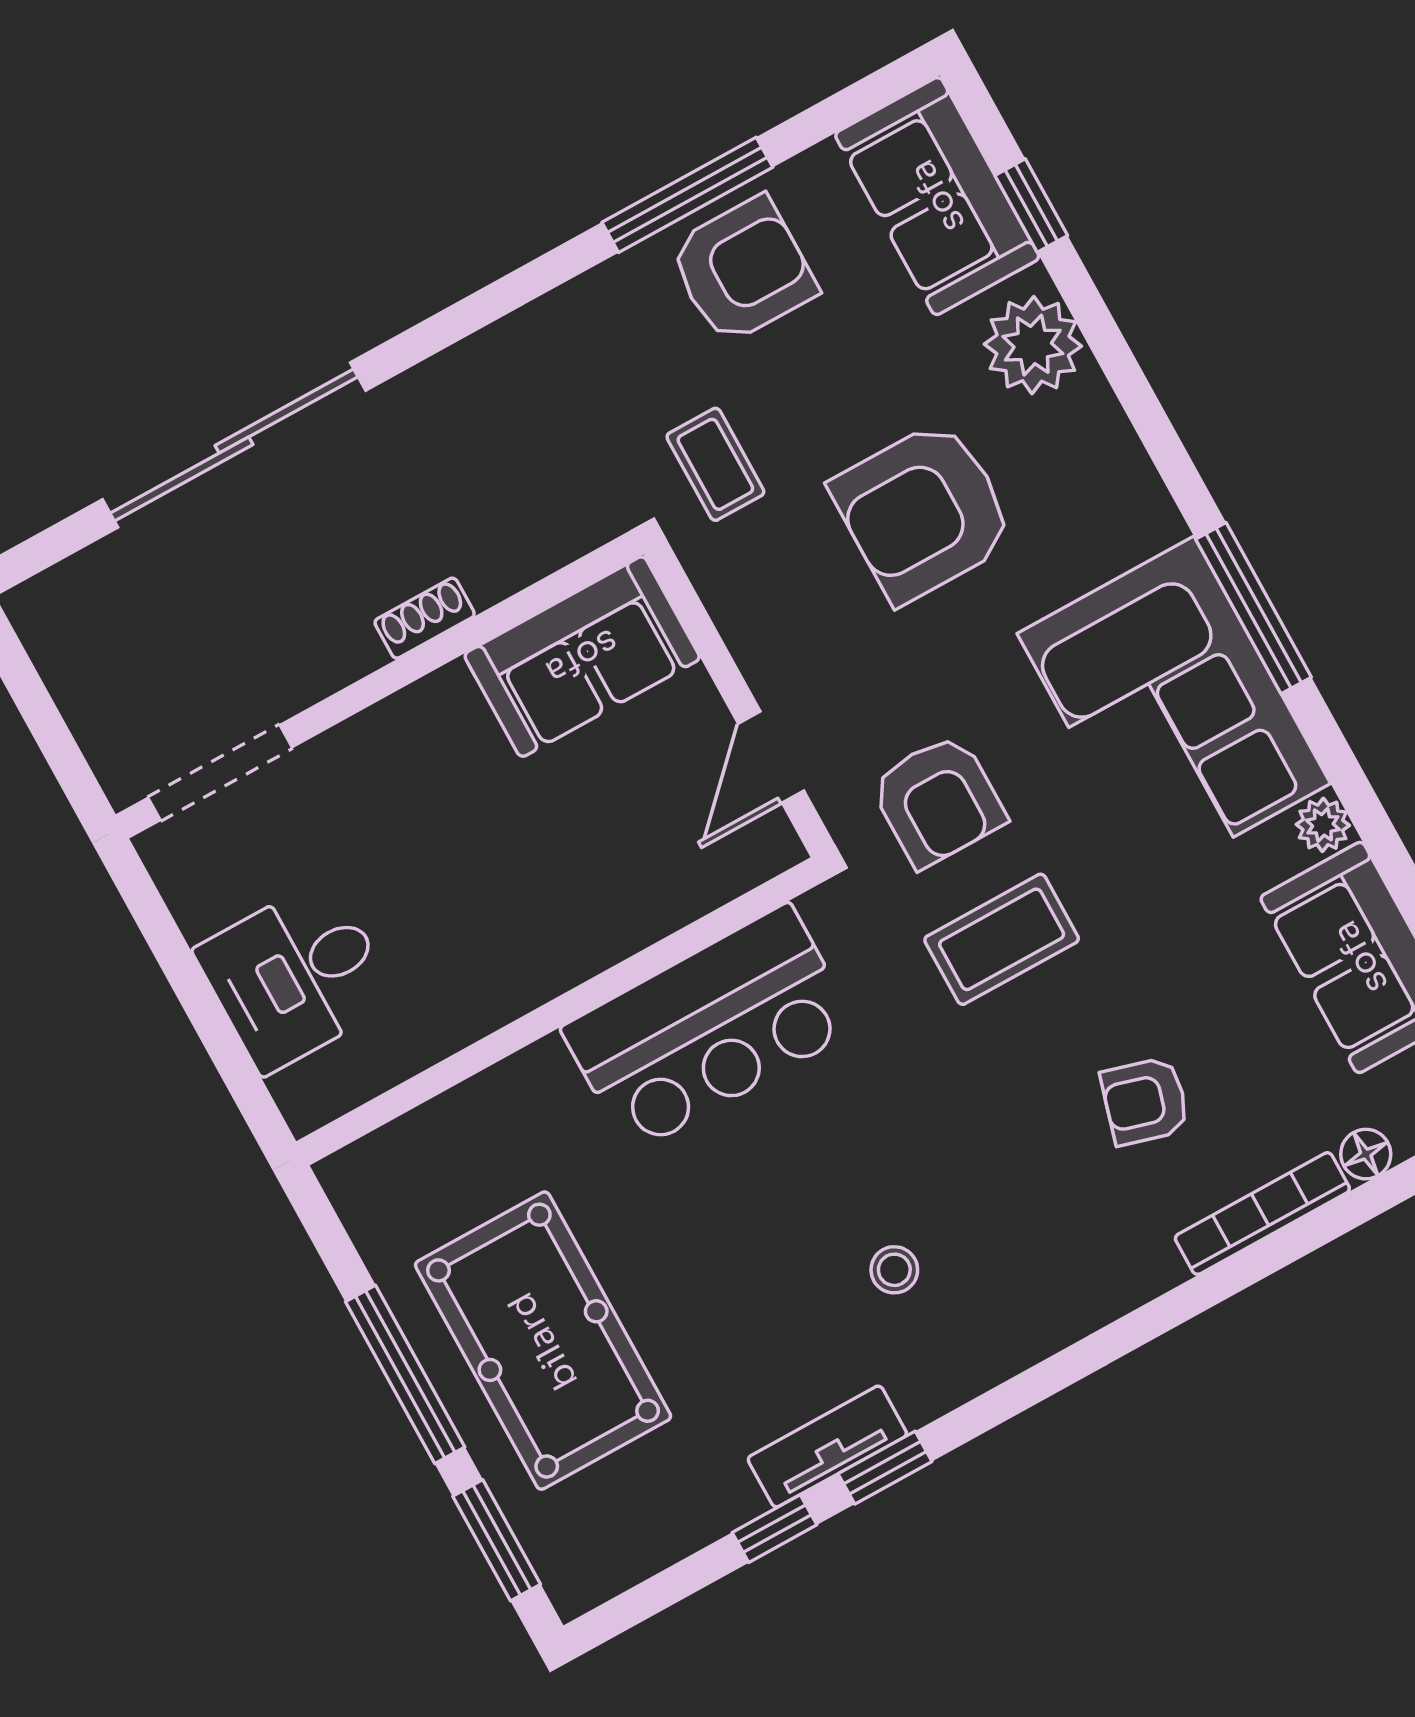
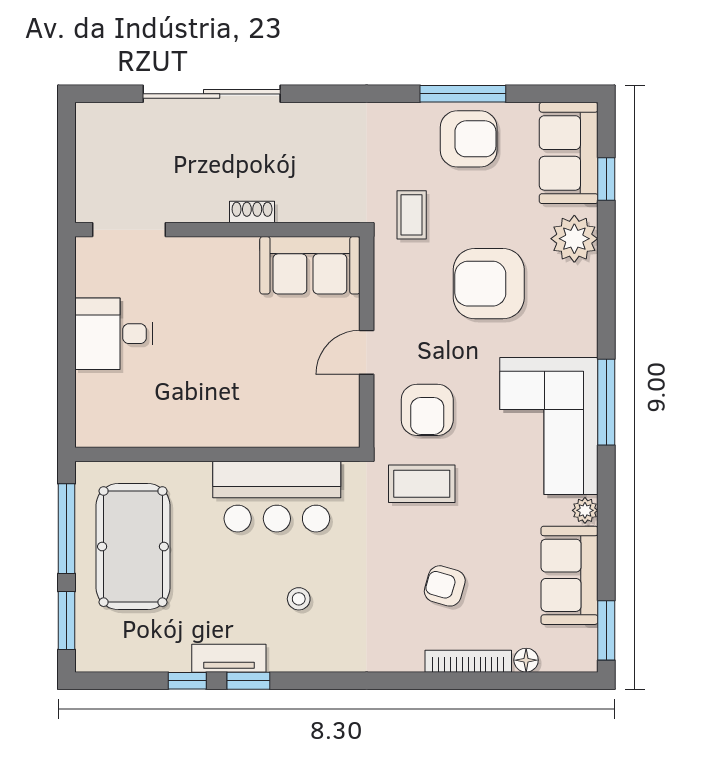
wall: (560, 1011) -> (217, 454), moved
bar counter: (709, 1028) -> (277, 497), moved

